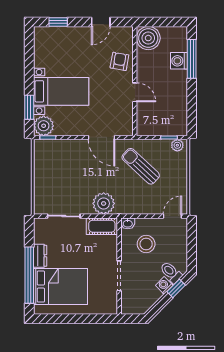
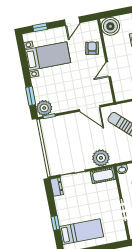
bed with nightstands: (61, 91) -> (48, 56), moved
door: (135, 92) -> (108, 69), swing flipped
dresser: (40, 256) -> (57, 187), moved
window: (29, 275) -> (55, 223), width x0.32
bed: (60, 287) -> (81, 232), width x0.67

